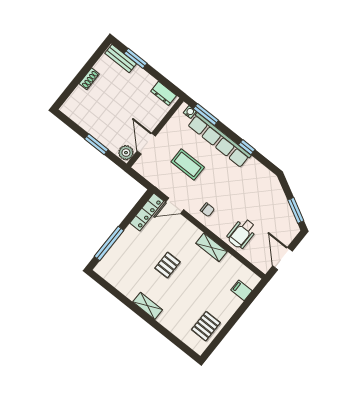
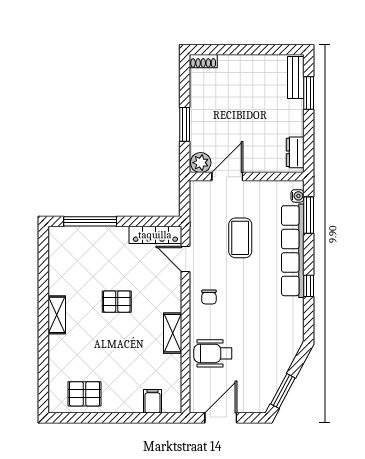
shoe rack: (89, 79) -> (203, 61), moved

